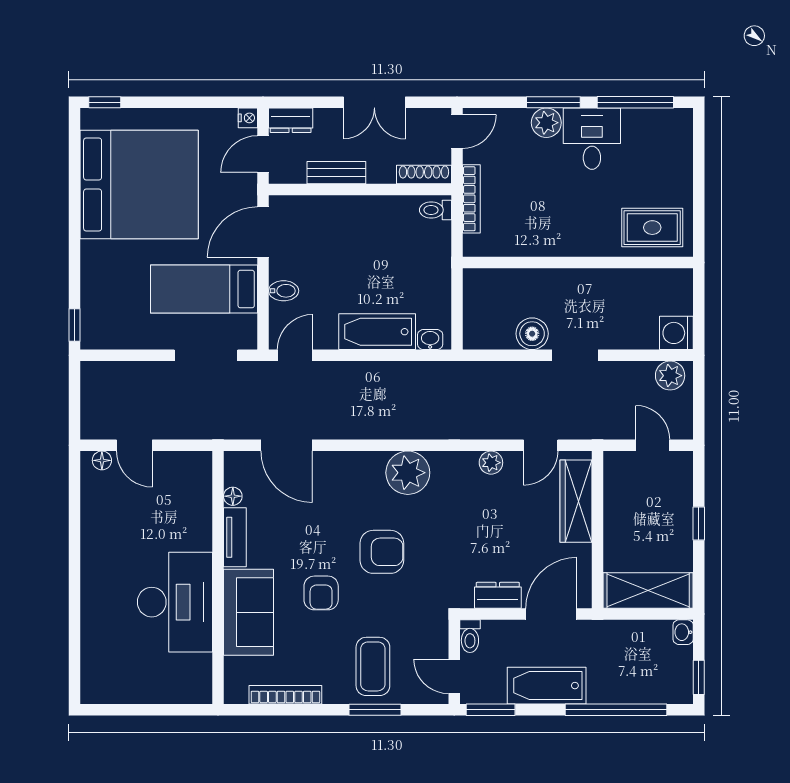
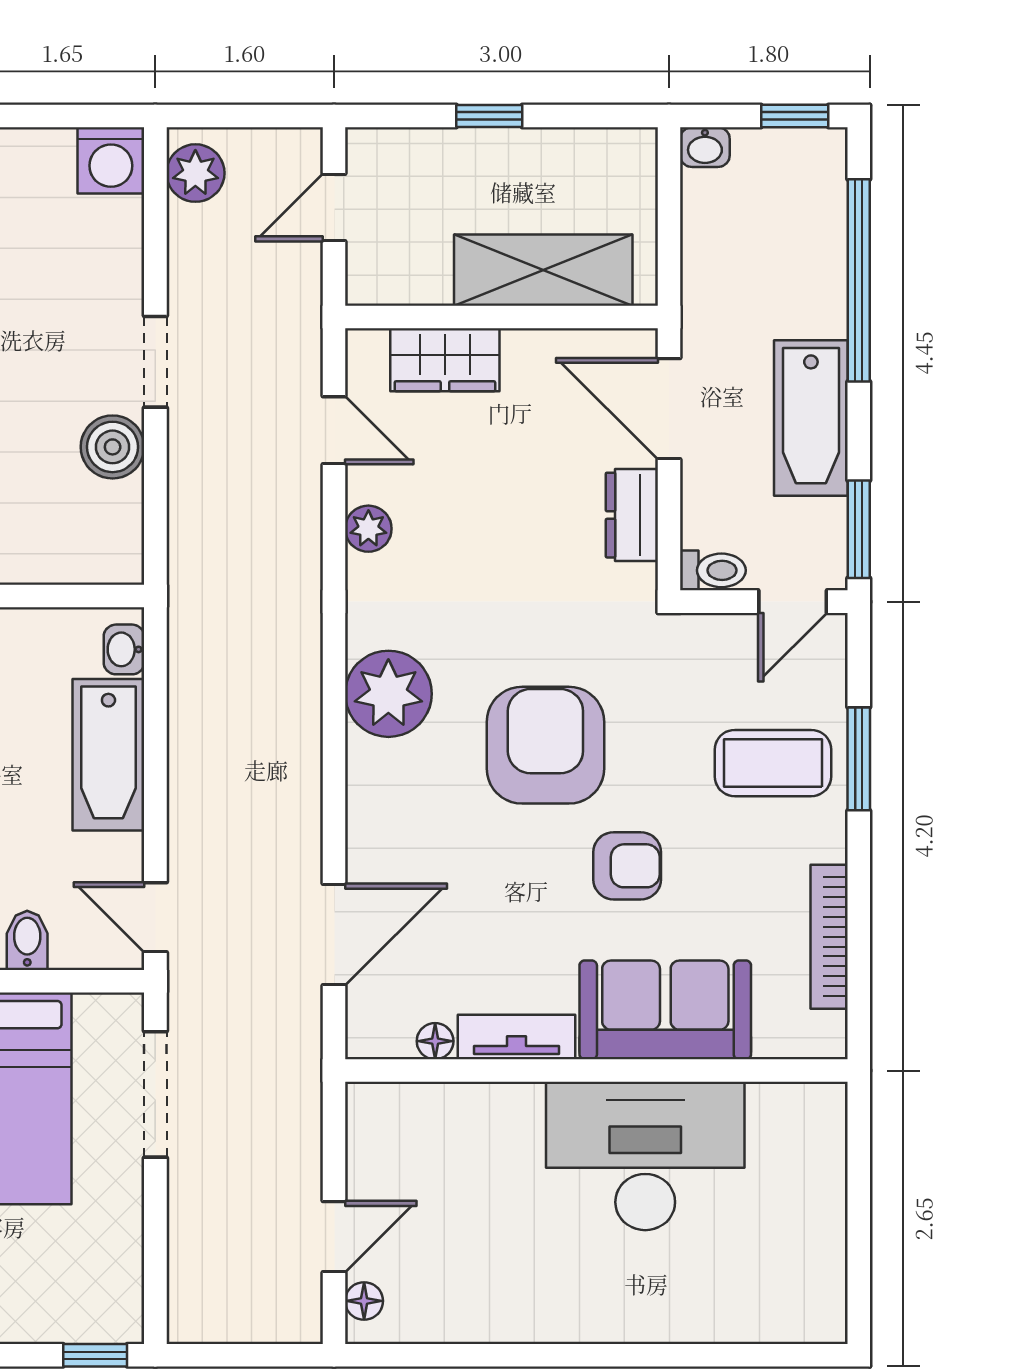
wardrobe: (576, 501) -> (445, 360), width x0.67
armchair: (382, 552) -> (545, 745), width x1.36, depth x1.36
shelving: (648, 590) -> (543, 270), moved, turned 90

